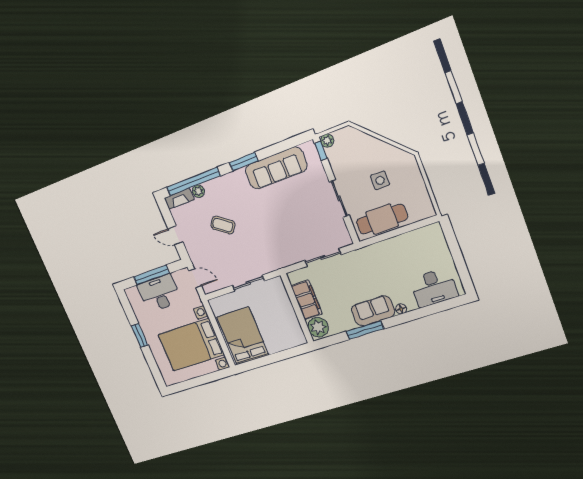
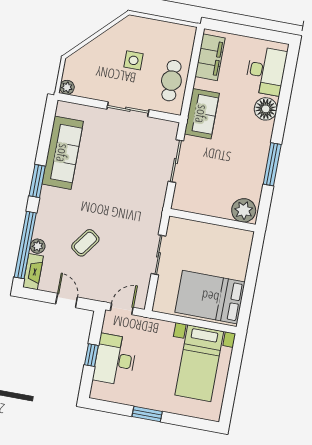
window: (321, 151) -> (73, 99), removed
cafe table: (382, 219) -> (171, 81), width x0.73, depth x0.74
door: (176, 235) -> (67, 300), swing flipped
window: (152, 275) -> (91, 355), width x0.46
filing cabinet: (307, 300) -> (210, 57), moved, turned 90
floor lamp: (401, 309) -> (266, 109), width x1.89, depth x1.89
sofa: (373, 311) -> (202, 114), moved, turned 180
bed with nightstands: (191, 345) -> (199, 363), width x0.73

